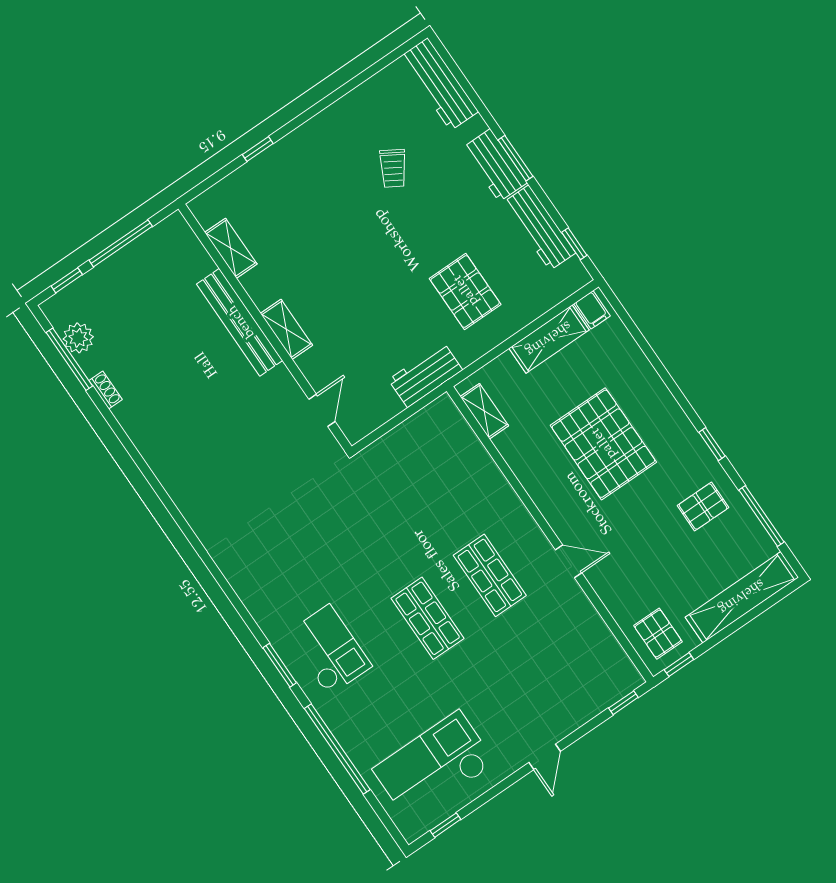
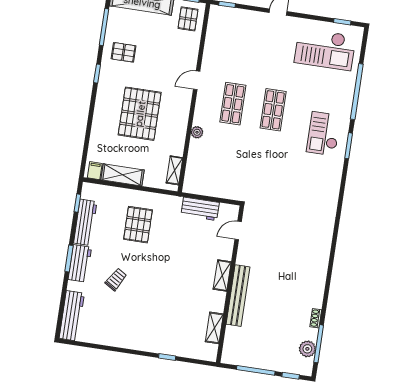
trolley: (393, 168) -> (116, 279), moved
workbench: (425, 375) -> (200, 209), moved
plant: (502, 491) -> (197, 132), added
door: (569, 561) -> (197, 80), hinge flipped

